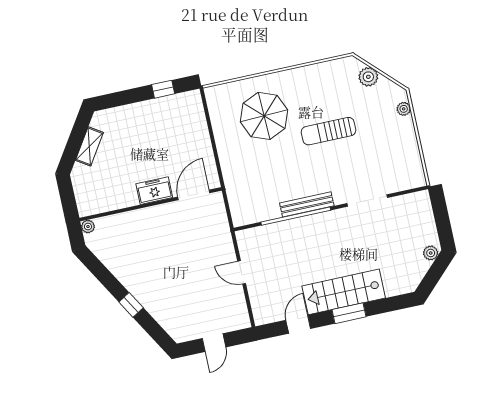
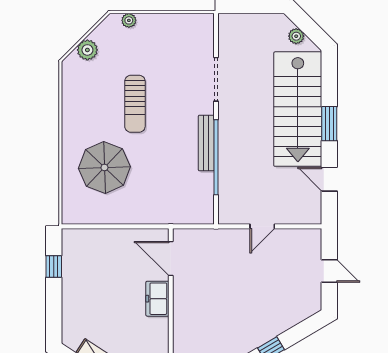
plant: (431, 253) -> (296, 36), moved
stairs: (344, 292) -> (298, 109), width x1.36, depth x1.51

